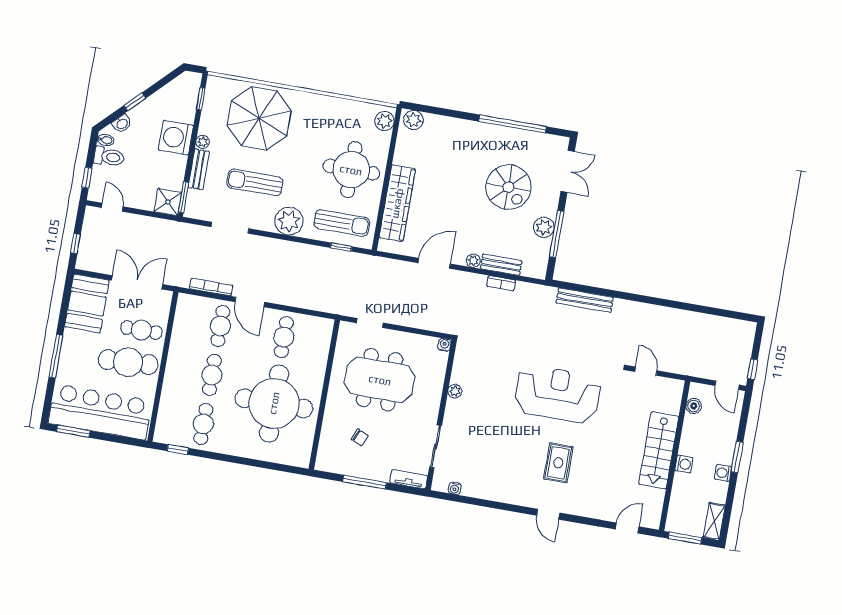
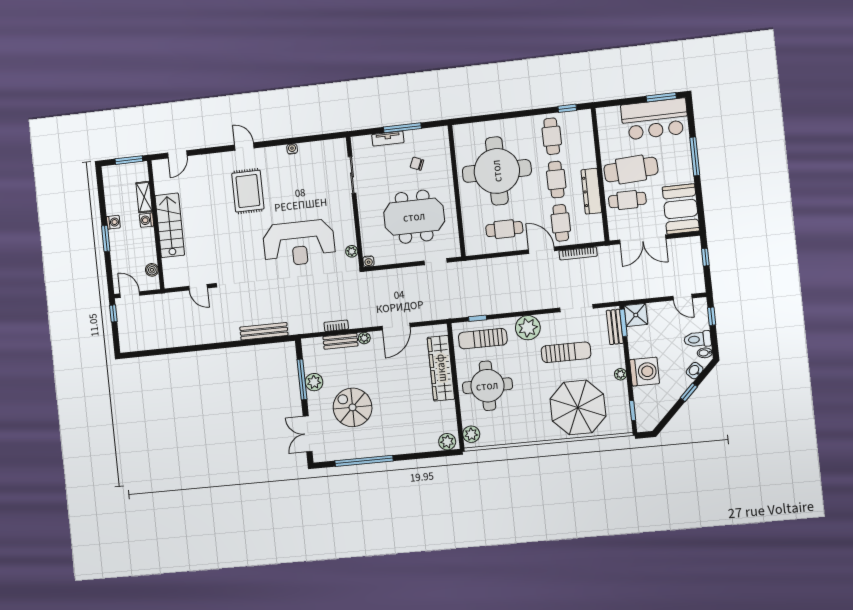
bench: (199, 169) -> (615, 327), moved
cafe table: (284, 337) -> (504, 229), turned 90
dresser: (177, 351) -> (591, 191), added
plant: (455, 391) -> (352, 251), moved
reception desk: (558, 394) -> (299, 243), moved
bar counter: (100, 412) -> (655, 119), width x0.73
rug: (558, 463) -> (248, 191), width x1.36, depth x1.43
tv unit: (409, 479) -> (388, 139), moved
water cooler: (455, 488) -> (292, 149), moved
shelving: (714, 521) -> (144, 197), moved

